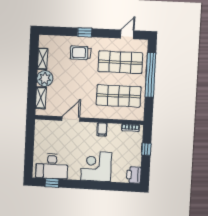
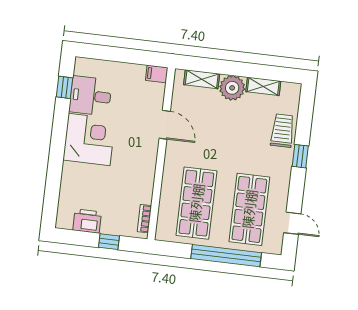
trolley: (80, 53) -> (282, 131), moved
filing cabinet: (102, 129) -> (157, 74), moved
desk: (52, 166) -> (90, 96), width x0.73
corner desk: (96, 166) -> (89, 139), moved
printer: (134, 175) -> (87, 221), moved

